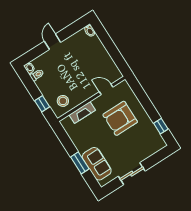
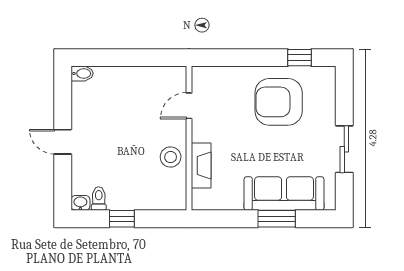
stool: (63, 101) -> (171, 157), moved
window: (42, 104) -> (122, 219), moved
armchair: (120, 118) -> (279, 102), moved, turned 90
sofa: (97, 164) -> (284, 194), width x1.36

